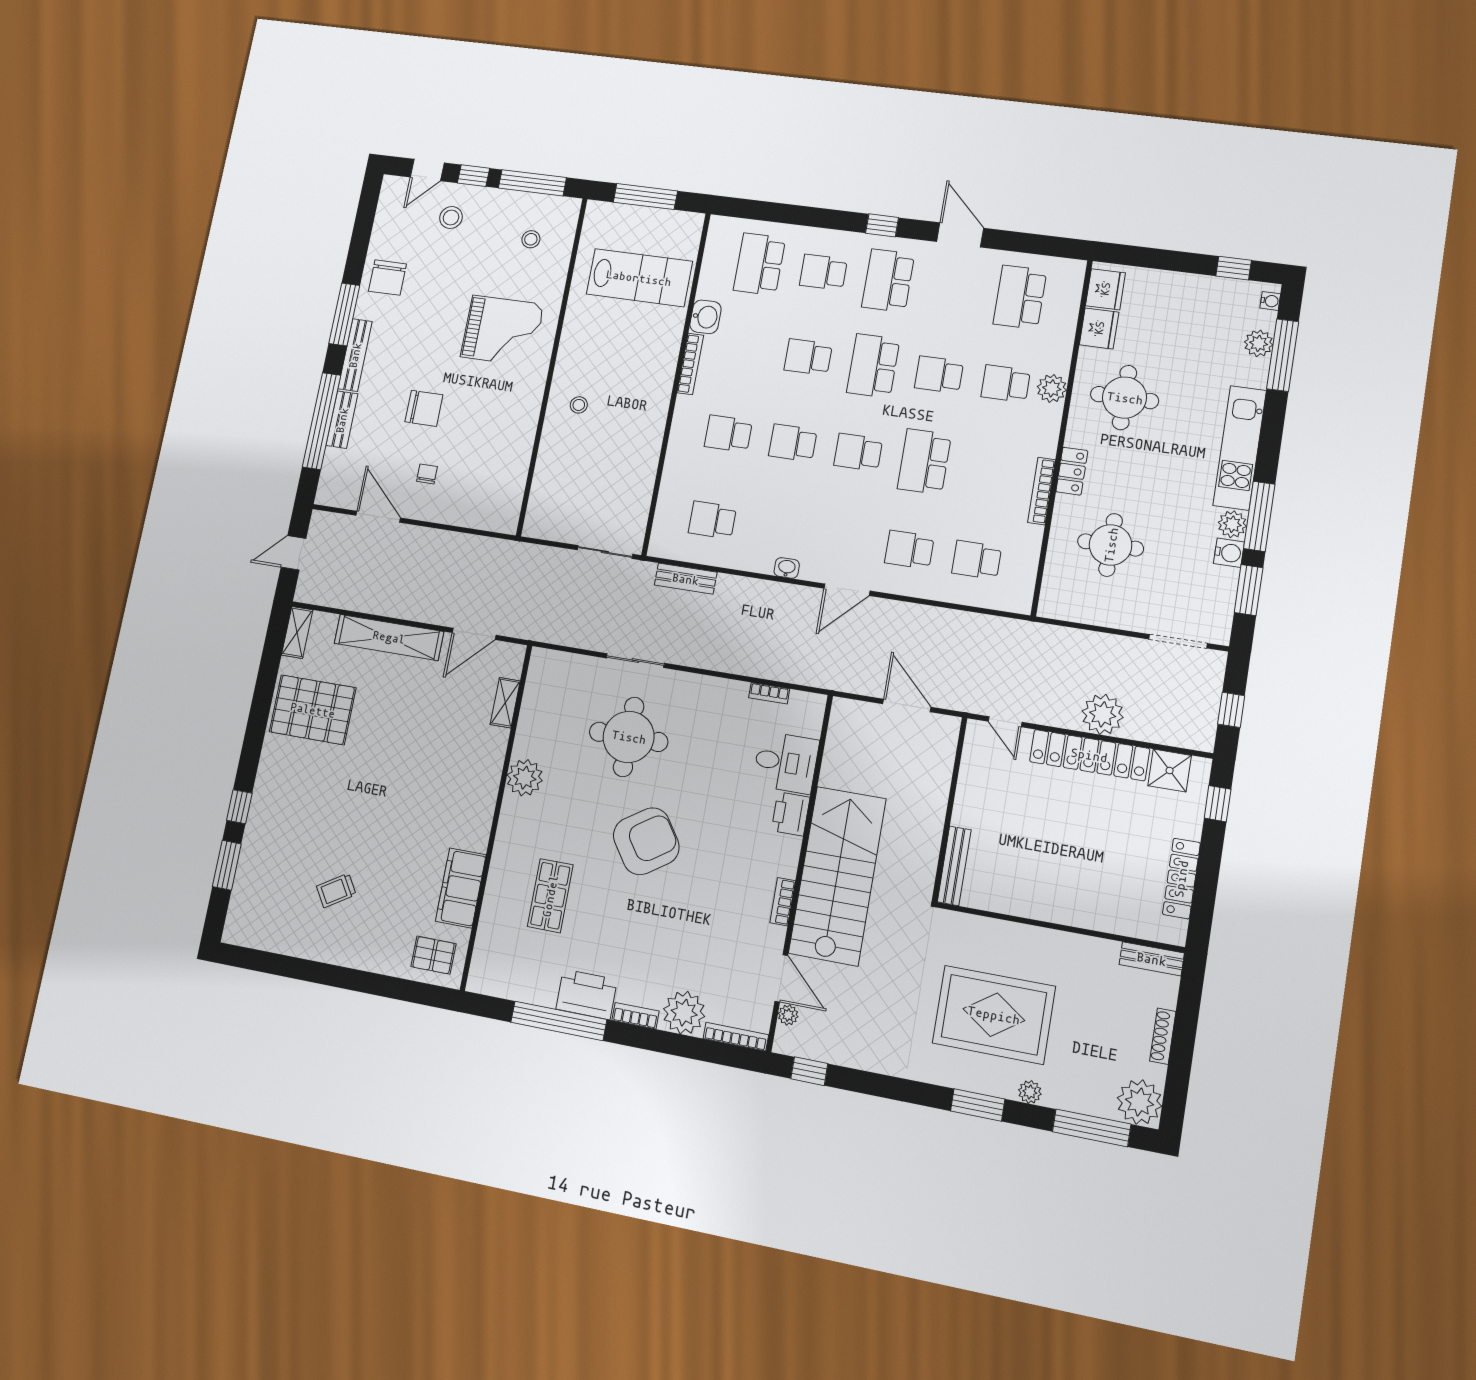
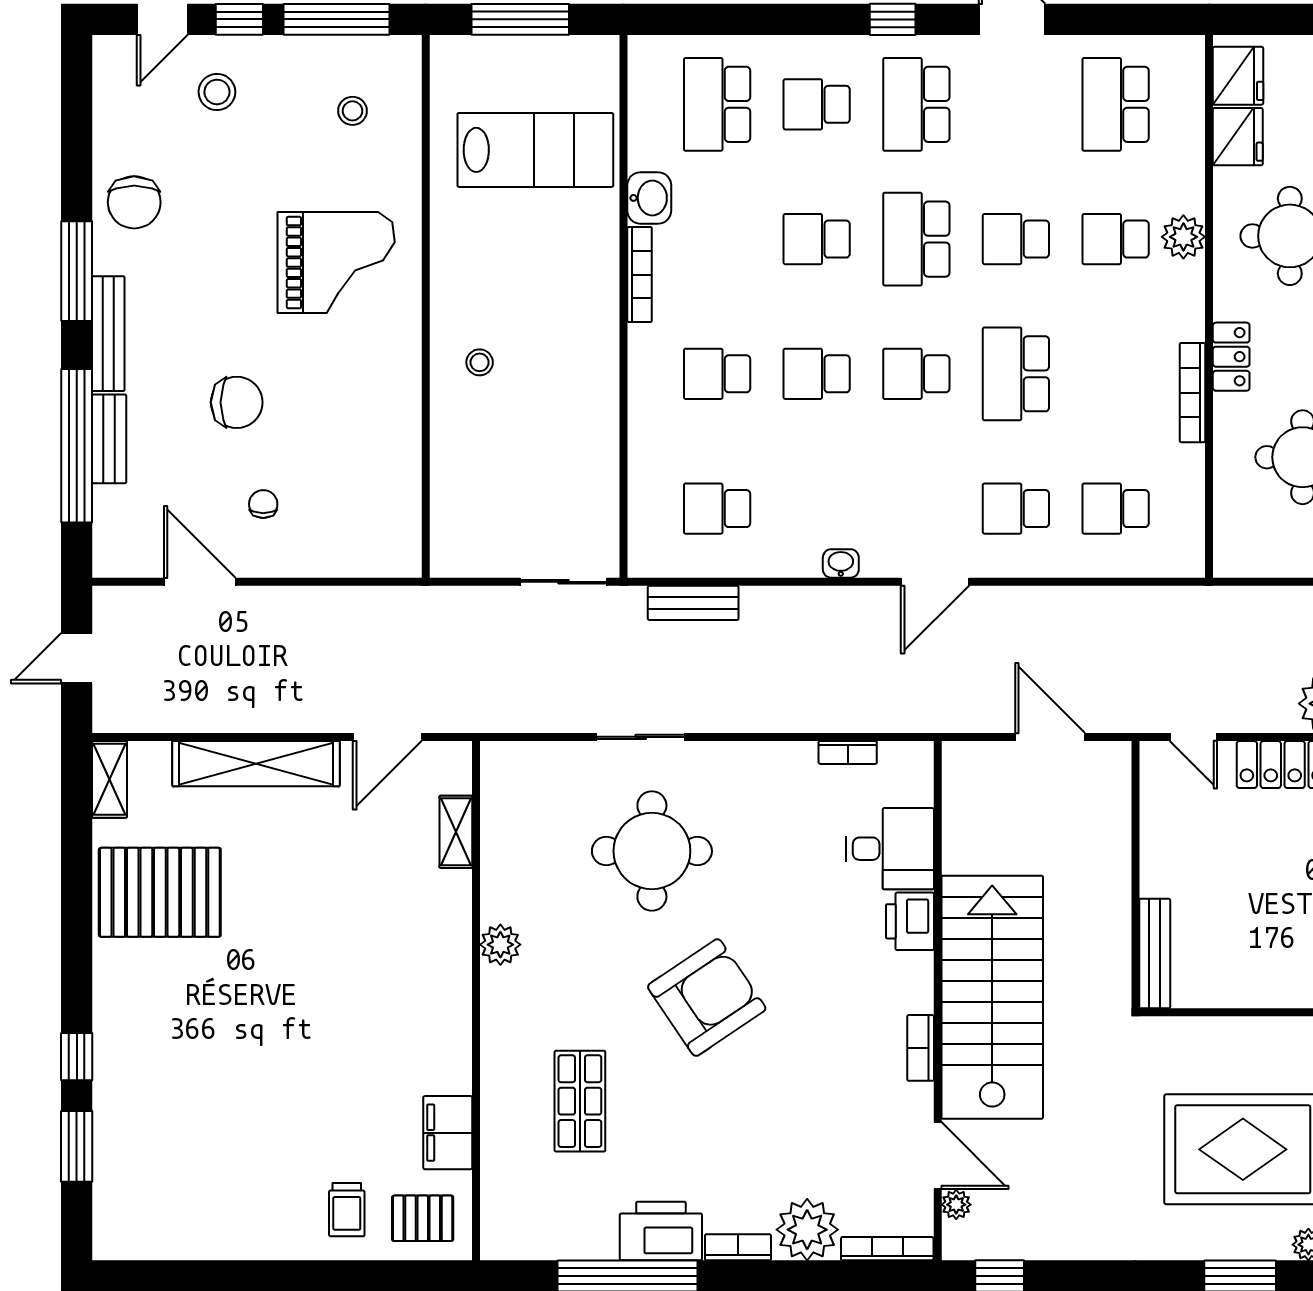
plant: (525, 778) -> (500, 945), width x0.73, depth x0.73
filing cabinet: (461, 888) -> (448, 1133), width x0.67, depth x0.86
trolley: (336, 890) -> (347, 1210), moved, turned -58

